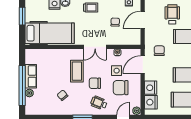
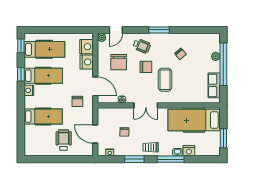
wheelchair: (172, 14) -> (64, 140), turned 180
door: (143, 20) -> (95, 134), swing flipped
double door: (95, 47) -> (146, 105), swing flipped
door: (143, 65) -> (95, 86), hinge flipped
side table: (117, 71) -> (123, 80), removed
row of seats: (31, 76) -> (214, 85), moved
chair: (121, 88) -> (119, 62), turned 90

